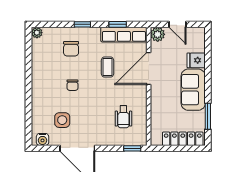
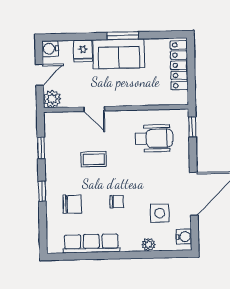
plant: (37, 33) -> (148, 244), moved
water cooler: (199, 34) -> (50, 49), added
row of seats: (124, 35) -> (91, 243), moved, turned -90
door: (149, 69) -> (94, 109), width x0.53
window: (208, 116) -> (123, 36), moved
wheelchair: (123, 117) -> (154, 138), width x1.36, depth x1.37

